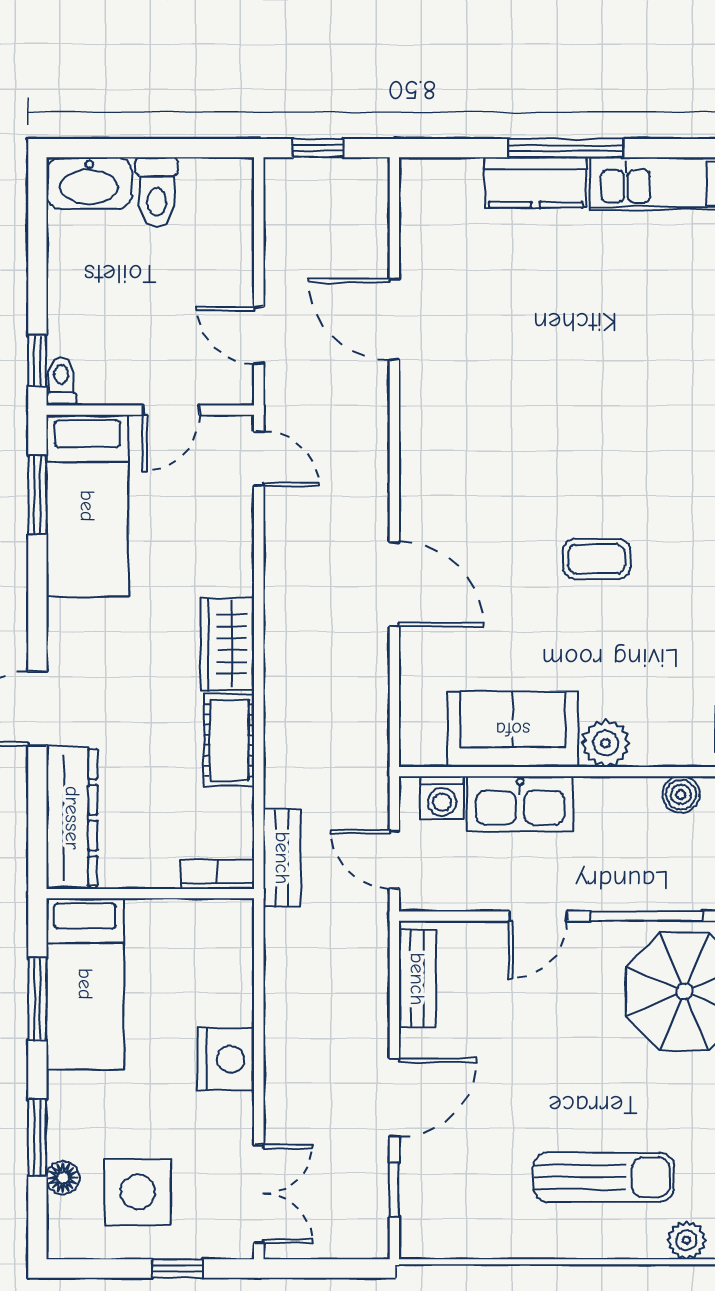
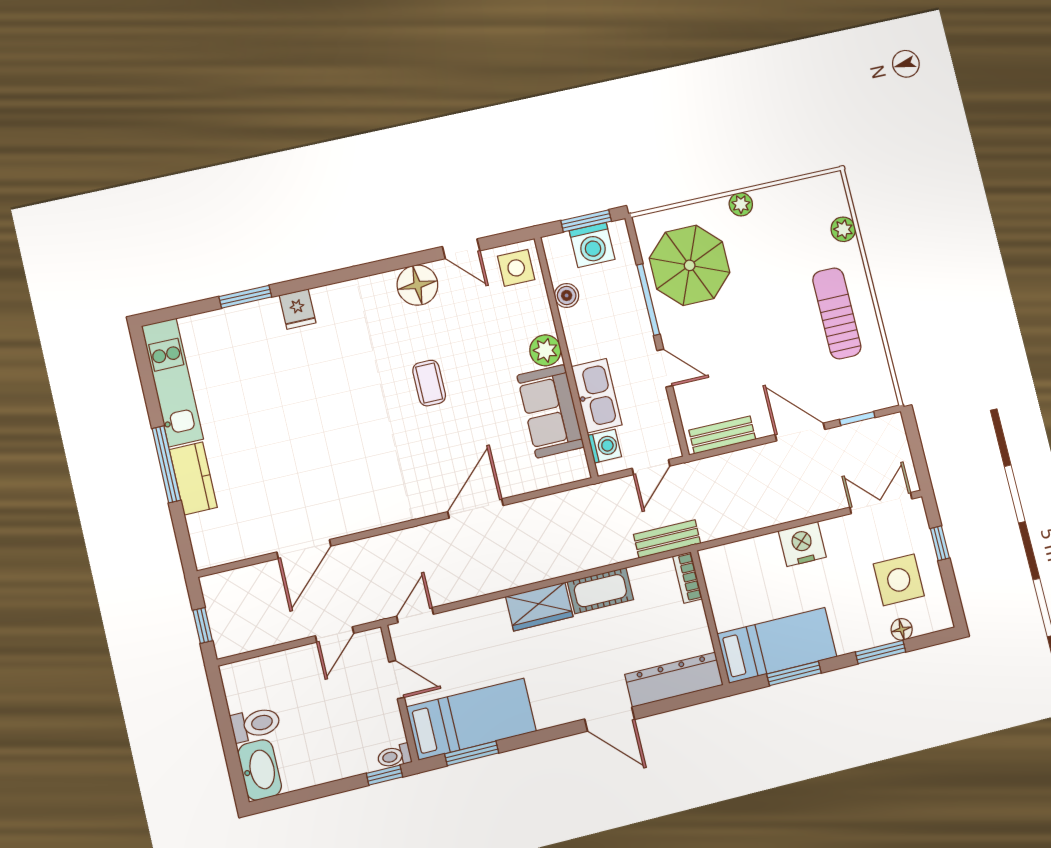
sun lounger: (604, 1177) -> (837, 313), moved

